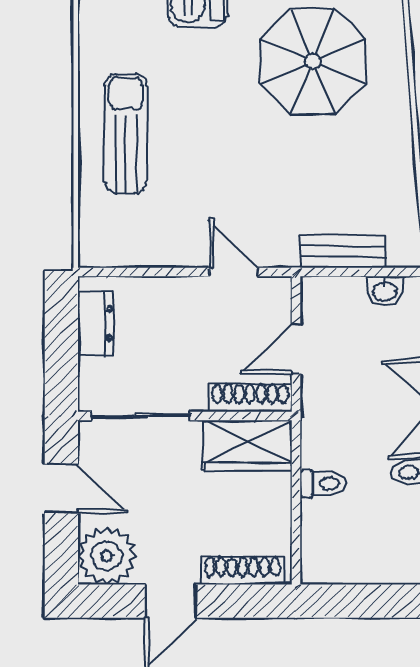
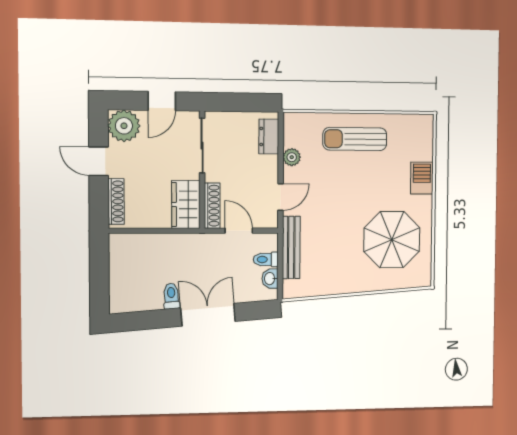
sun lounger: (126, 134) -> (355, 139), turned 180
plant: (160, 251) -> (292, 157), added
bench: (343, 252) -> (291, 248), width x1.36
dresser: (96, 324) -> (269, 137), moved, turned 90
toilet: (323, 484) -> (266, 259), moved, turned 90

